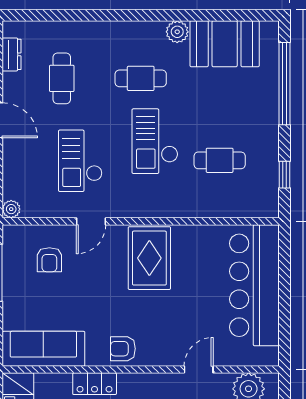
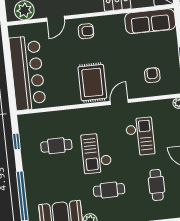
checkout: (155, 141) -> (96, 153), turned 180
door: (91, 221) -> (119, 102), moved
armchair: (123, 349) -> (86, 31), moved

